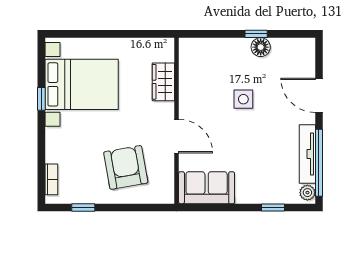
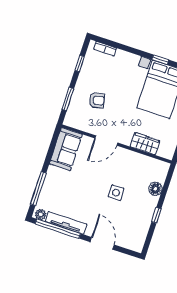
floor lamp: (261, 47) -> (155, 189), moved
door: (319, 95) -> (102, 243), hinge flipped
armchair: (126, 167) -> (97, 100), width x0.53, depth x0.53
window: (137, 208) -> (68, 99), added
window: (273, 208) -> (38, 189), width x2.17

